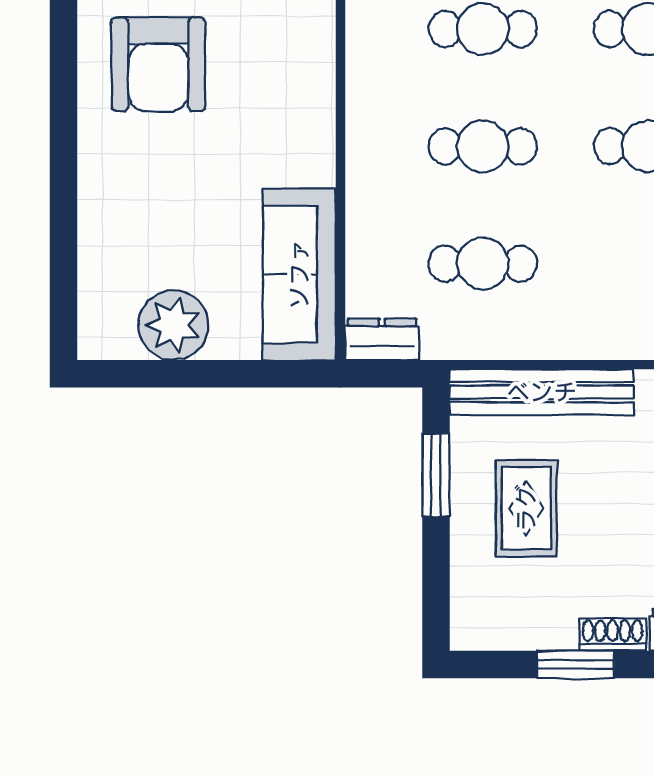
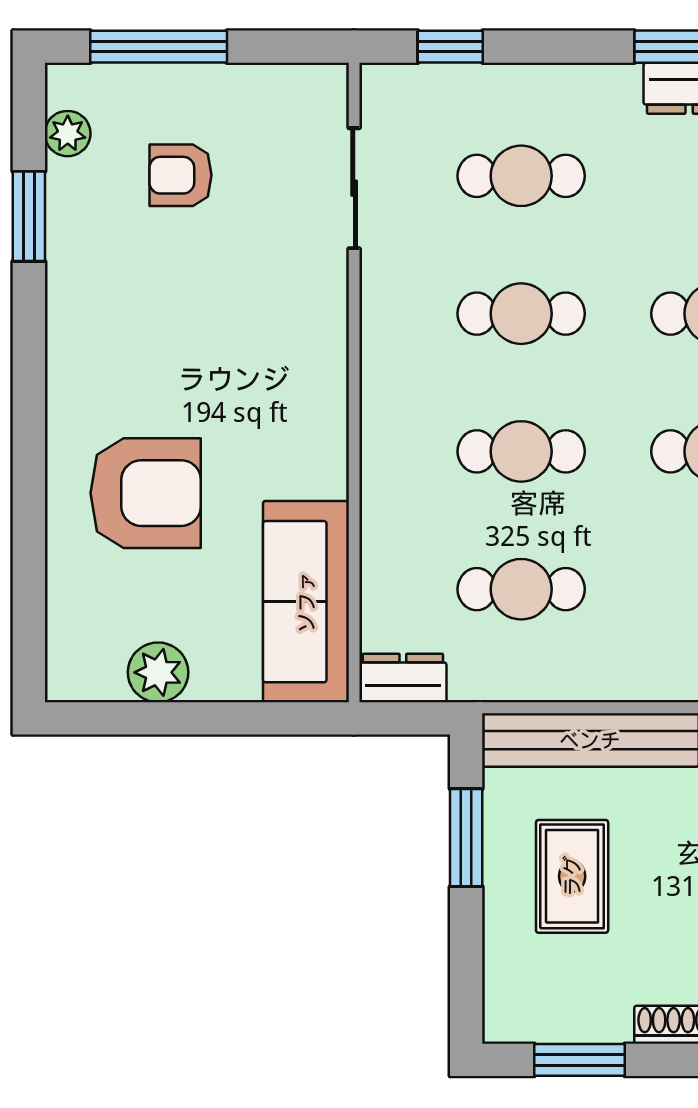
armchair: (158, 64) -> (146, 493), moved, turned -90
plant: (174, 325) -> (158, 672), width x0.73, depth x0.73
window: (576, 664) -> (580, 1060), moved

